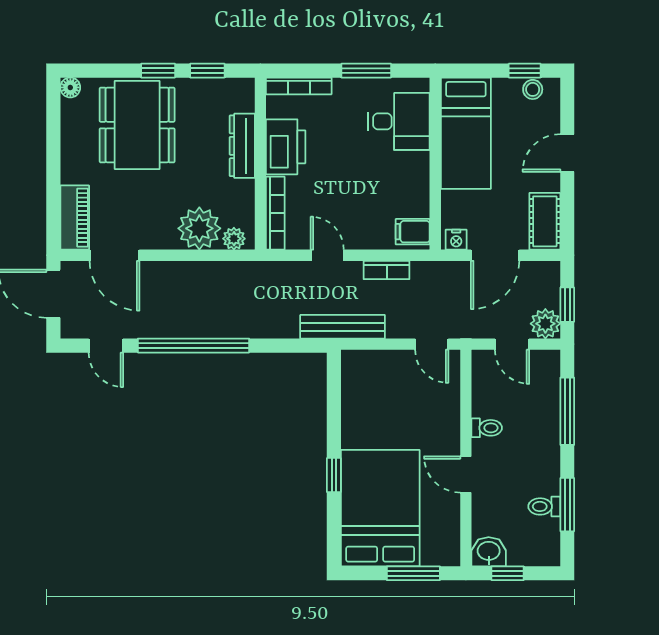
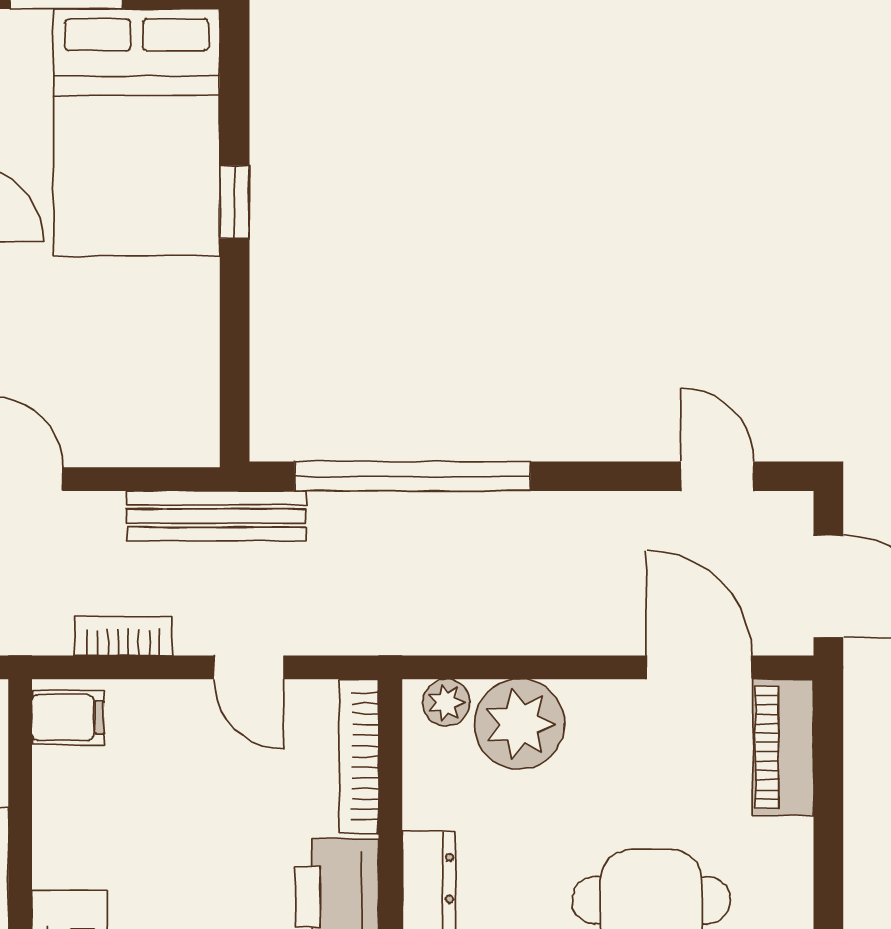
window: (193, 346) -> (413, 476), moved

